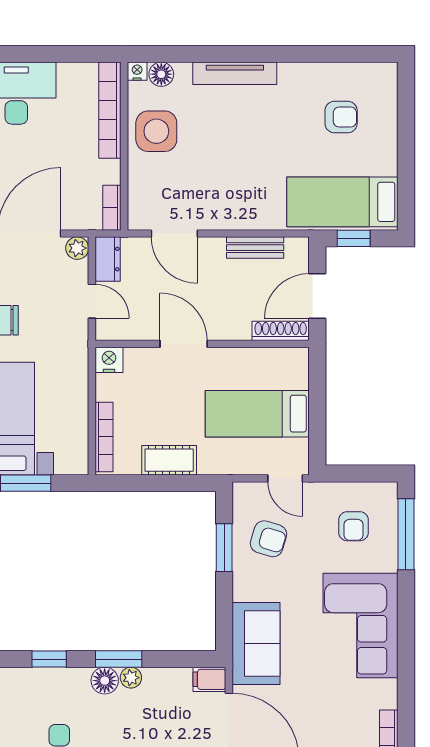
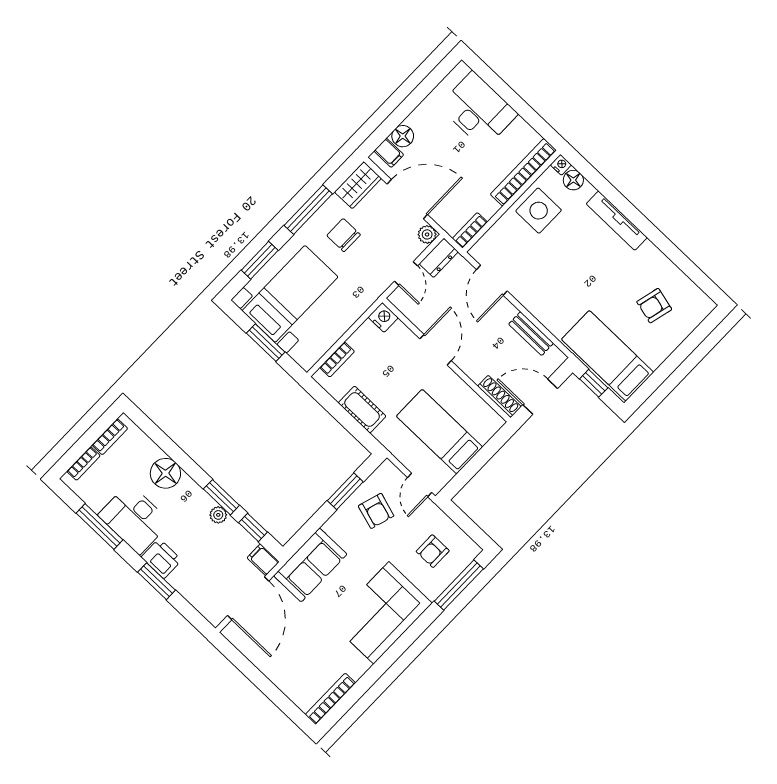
armchair: (341, 117) -> (654, 306), turned 104
bookcase: (104, 437) -> (337, 360), width x0.64
window: (49, 659) -> (253, 527), moved
floor lamp: (105, 681) -> (165, 473), moved, width x1.38, depth x1.38

